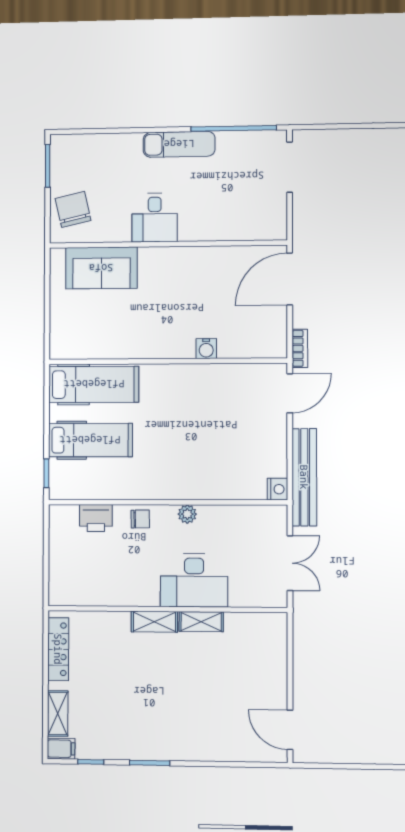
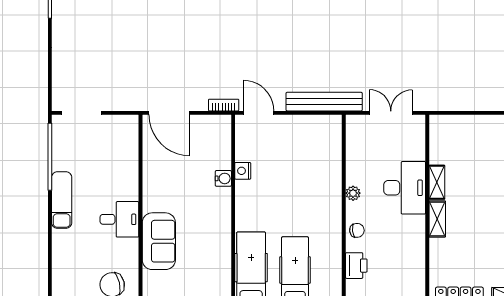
sofa: (101, 268) -> (159, 241), moved
nightstand: (277, 489) -> (243, 171), moved, turned -90
chair: (140, 519) -> (357, 230), turned 83

